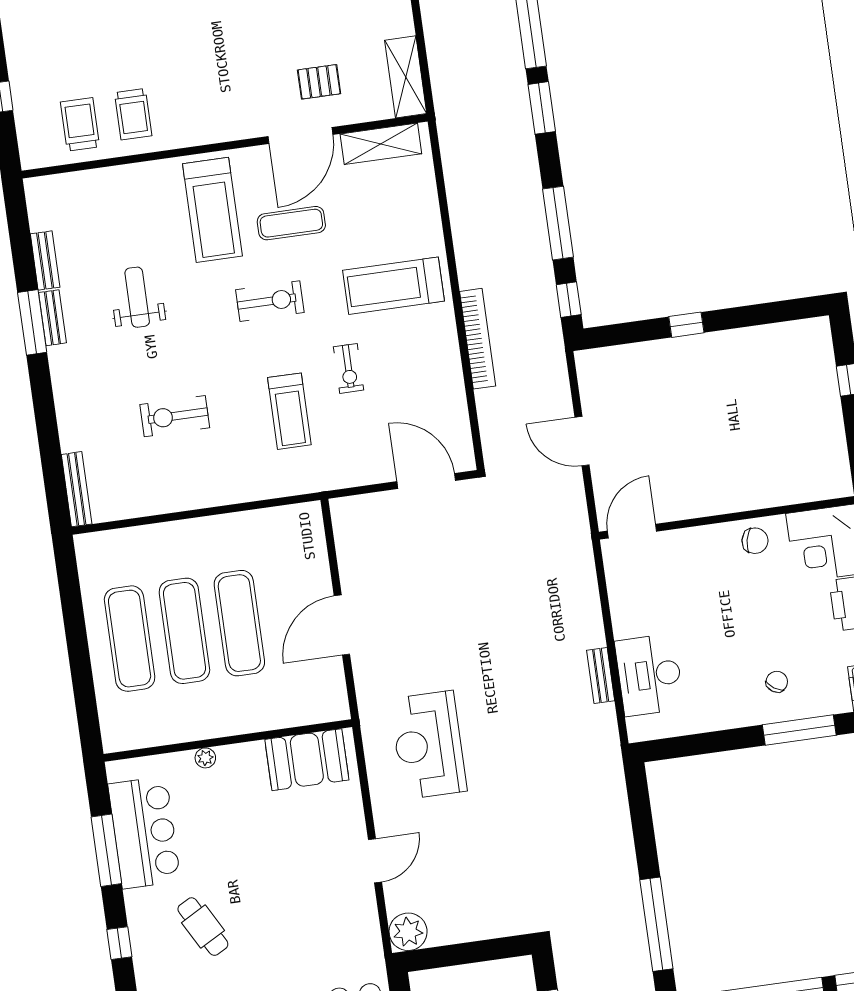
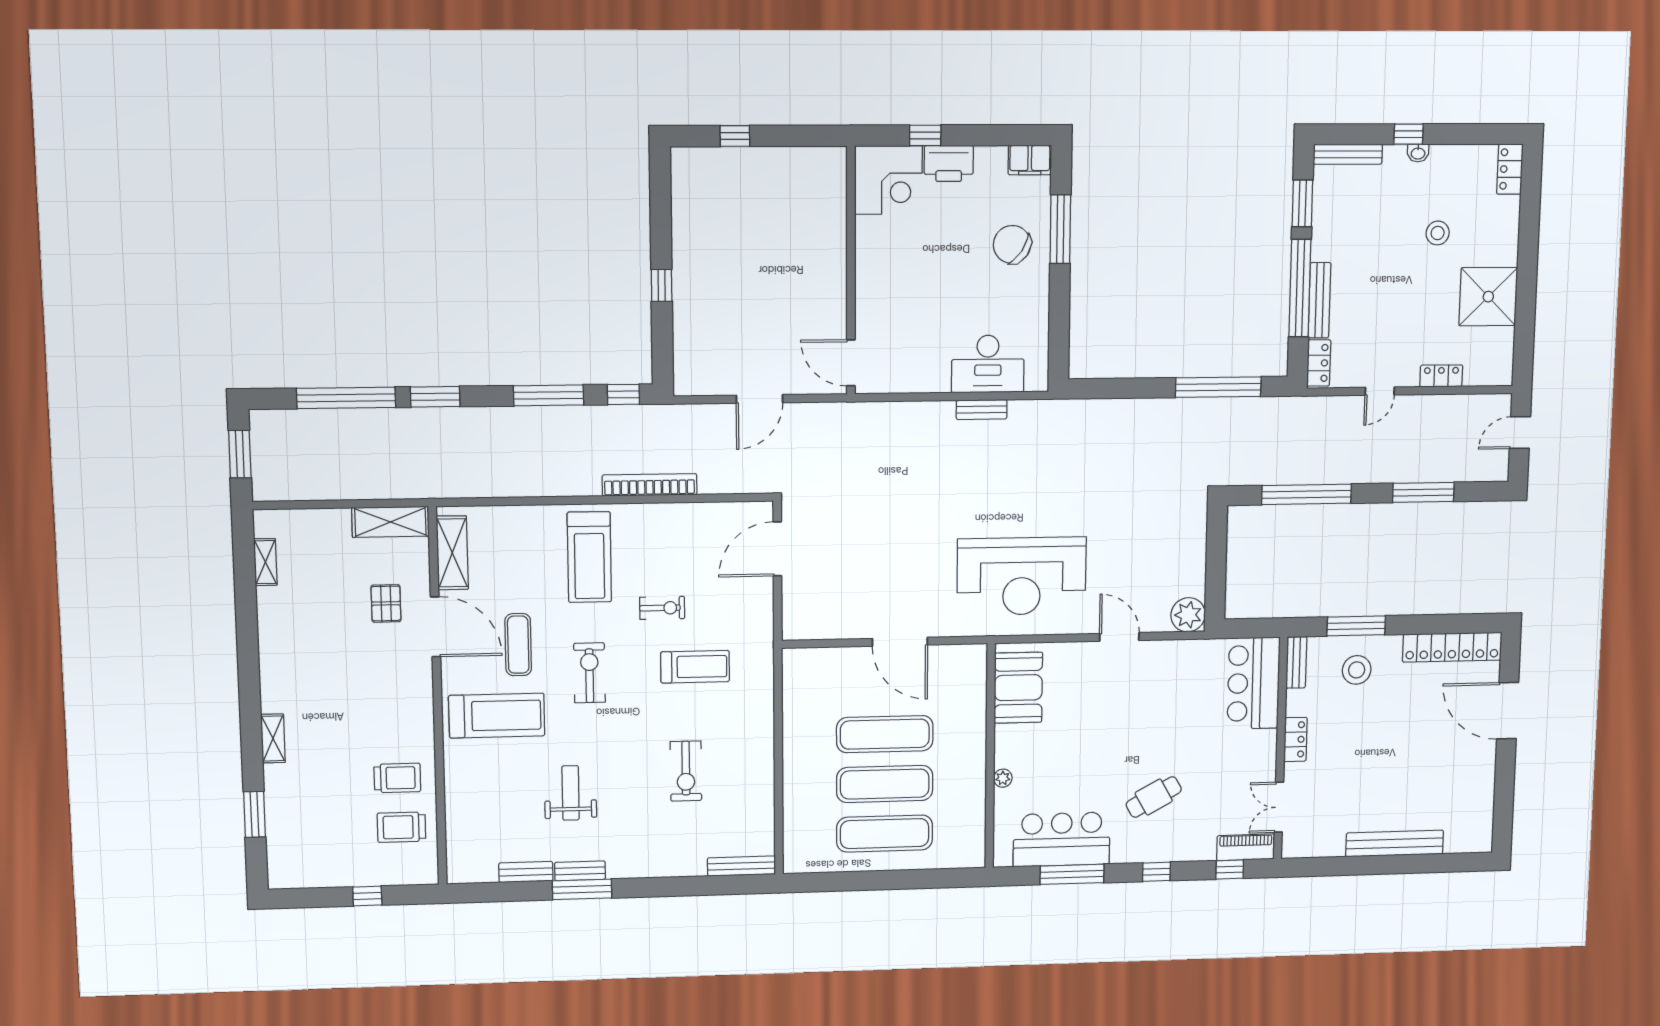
weight bench: (137, 297) -> (571, 793), turned 90
chair: (755, 541) -> (876, 247), removed
chair: (777, 682) -> (1012, 244), width x1.87, depth x1.87
reception desk: (428, 745) -> (1022, 576), width x1.36, depth x1.30

